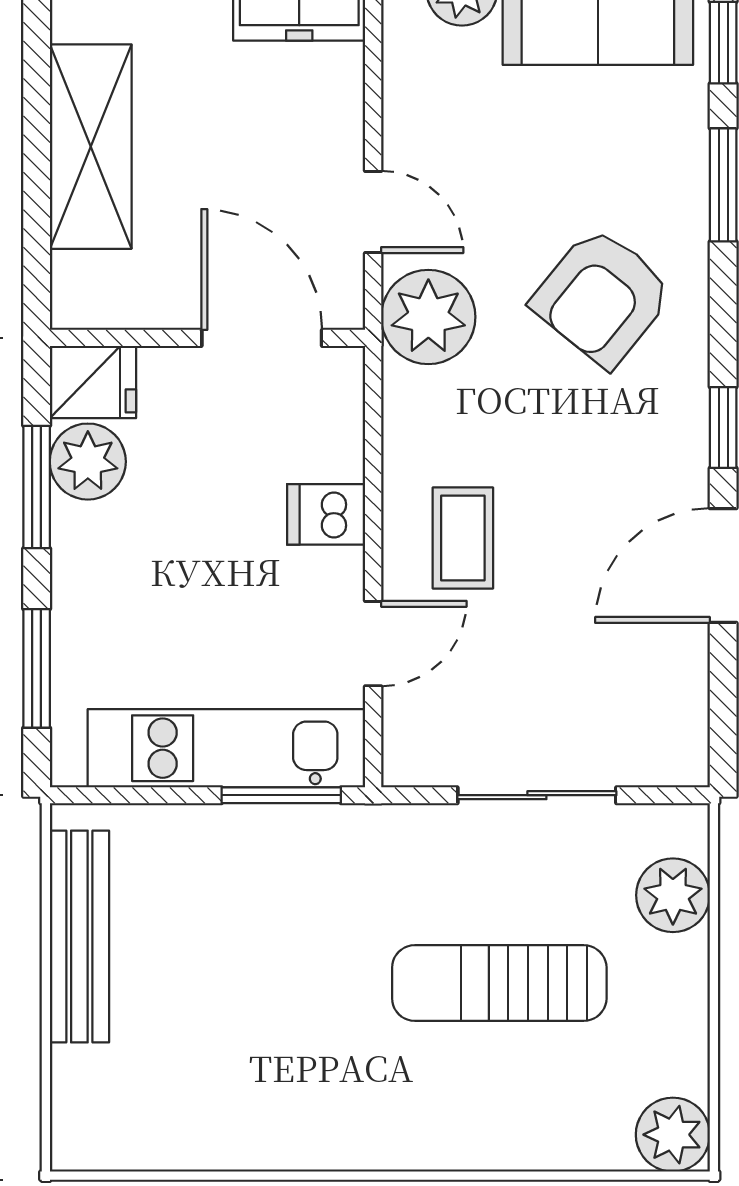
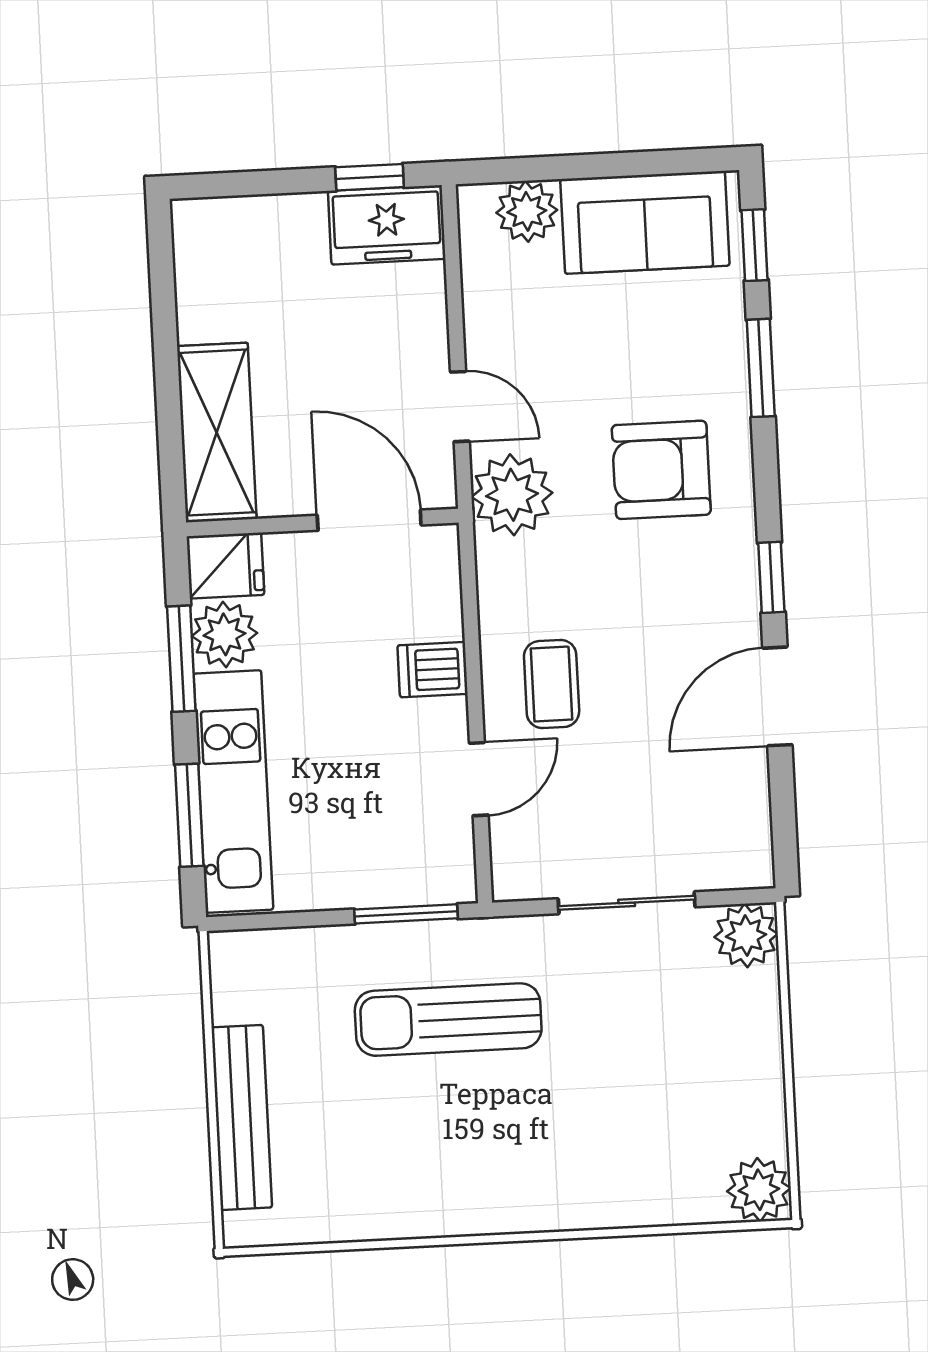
shelving: (91, 147) -> (217, 433), moved
armchair: (602, 297) -> (661, 470), turned 51
kitchen unit: (226, 748) -> (233, 792), moved, turned 90
plant: (673, 895) -> (746, 936), moved
bench: (79, 936) -> (242, 1117), moved
sun lounger: (499, 983) -> (448, 1020), moved

